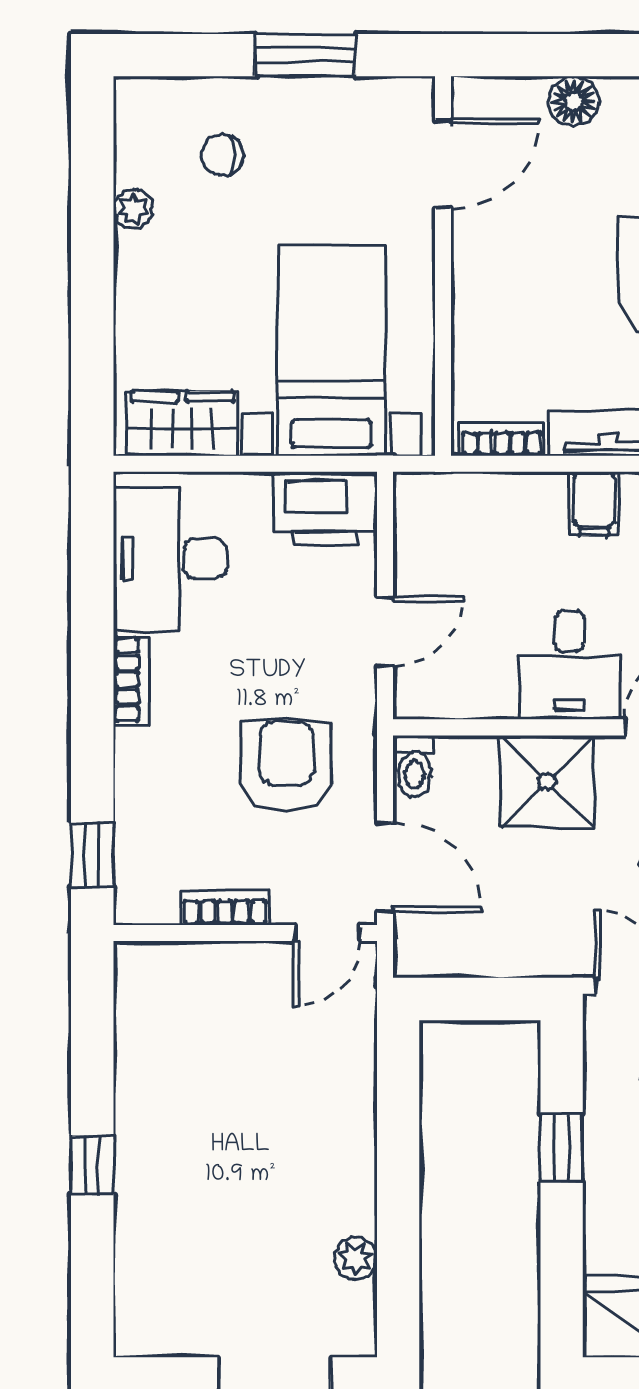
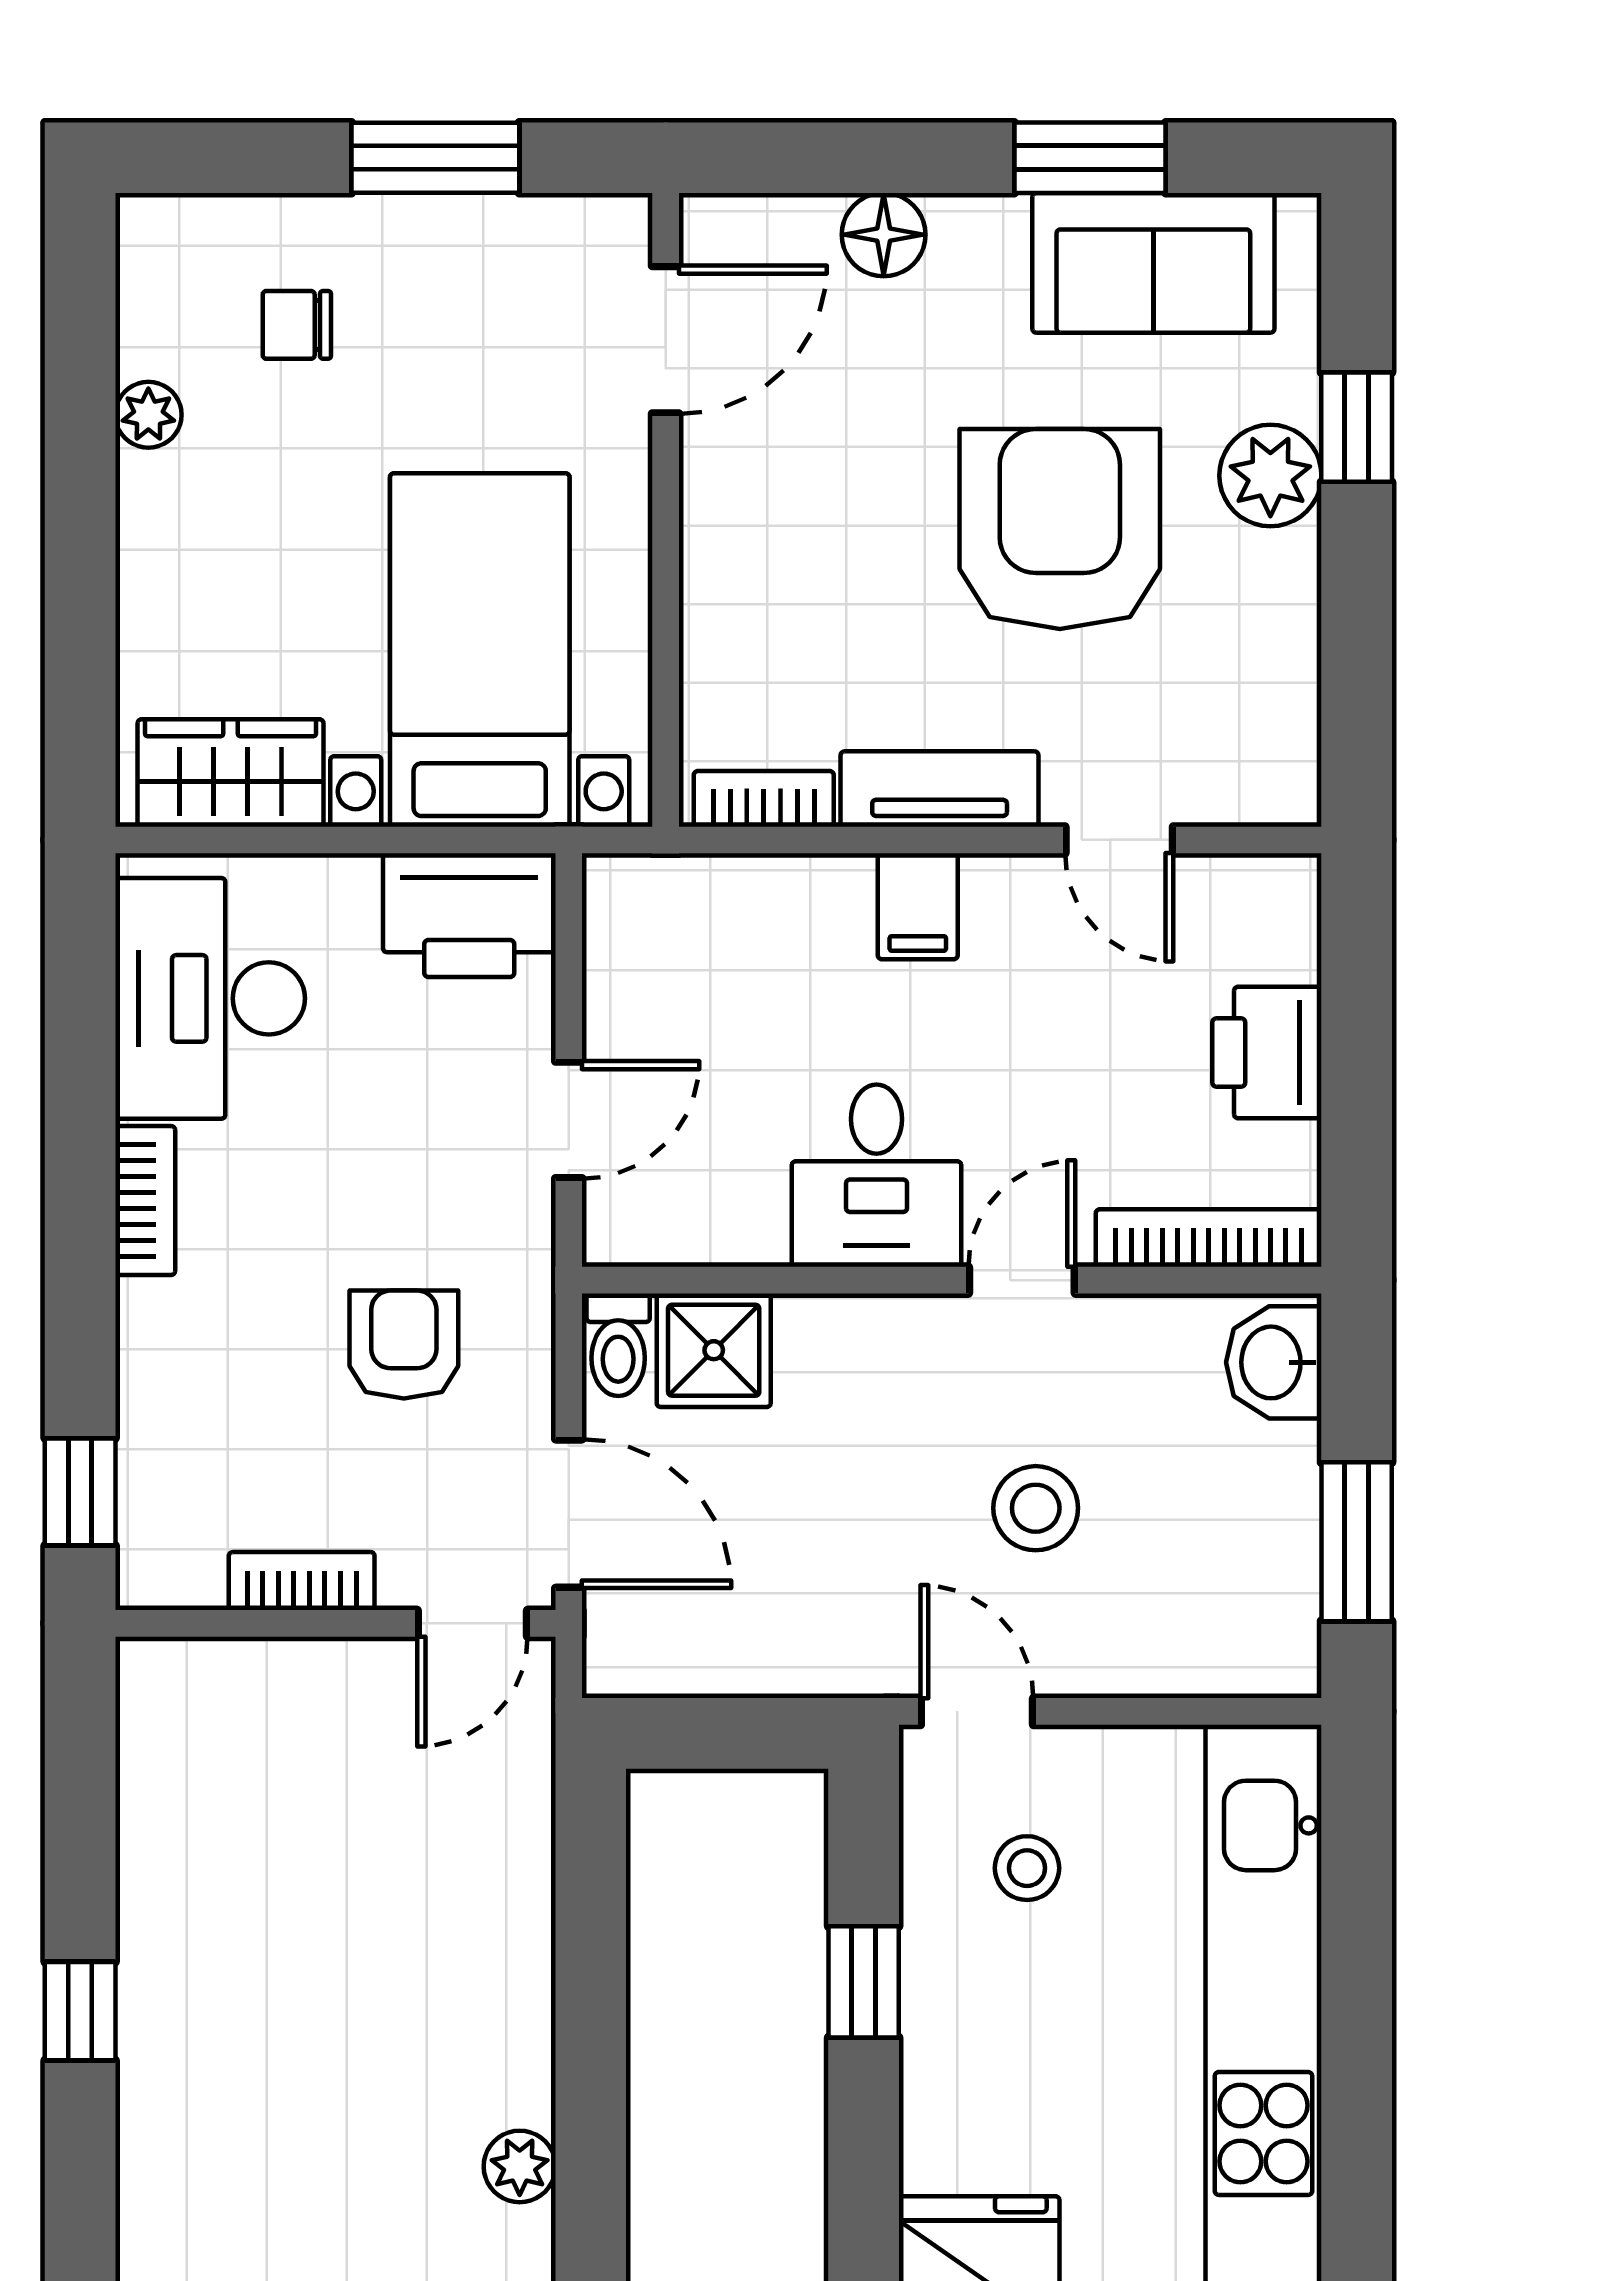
armchair: (286, 766) -> (404, 1345), width x0.72, depth x0.72
shower: (547, 782) -> (714, 1350), moved, width x0.73, depth x0.73

